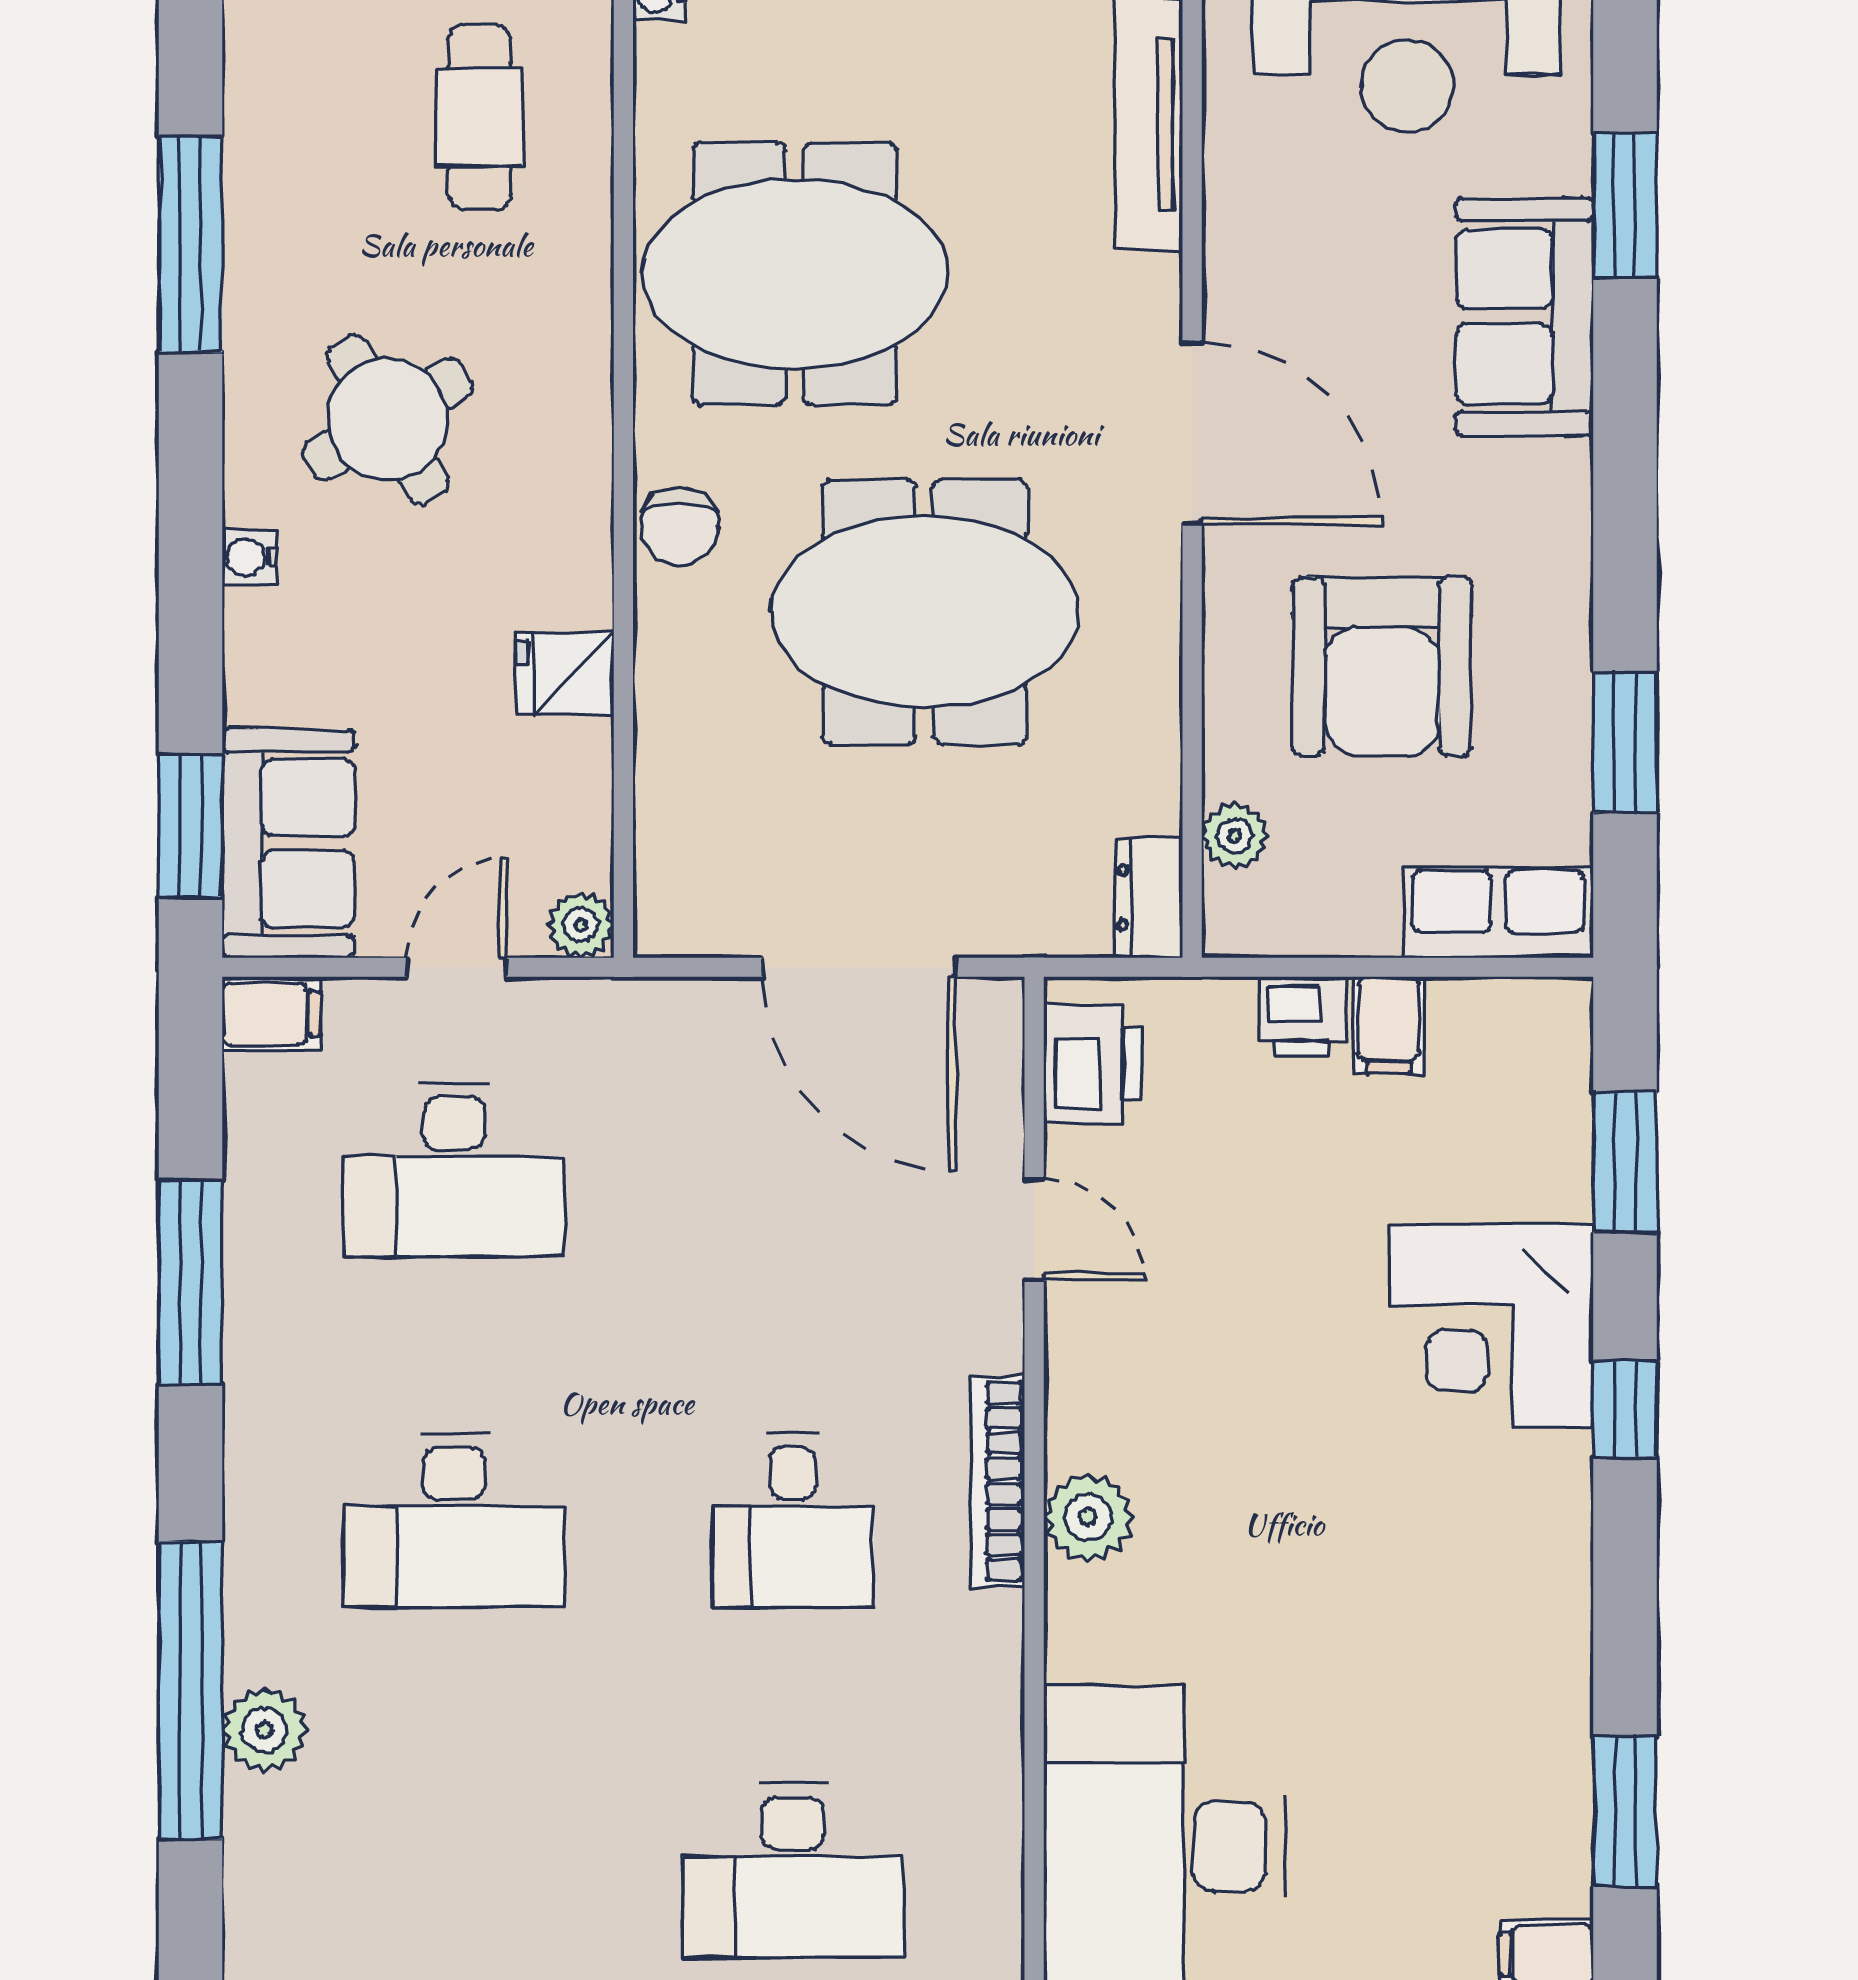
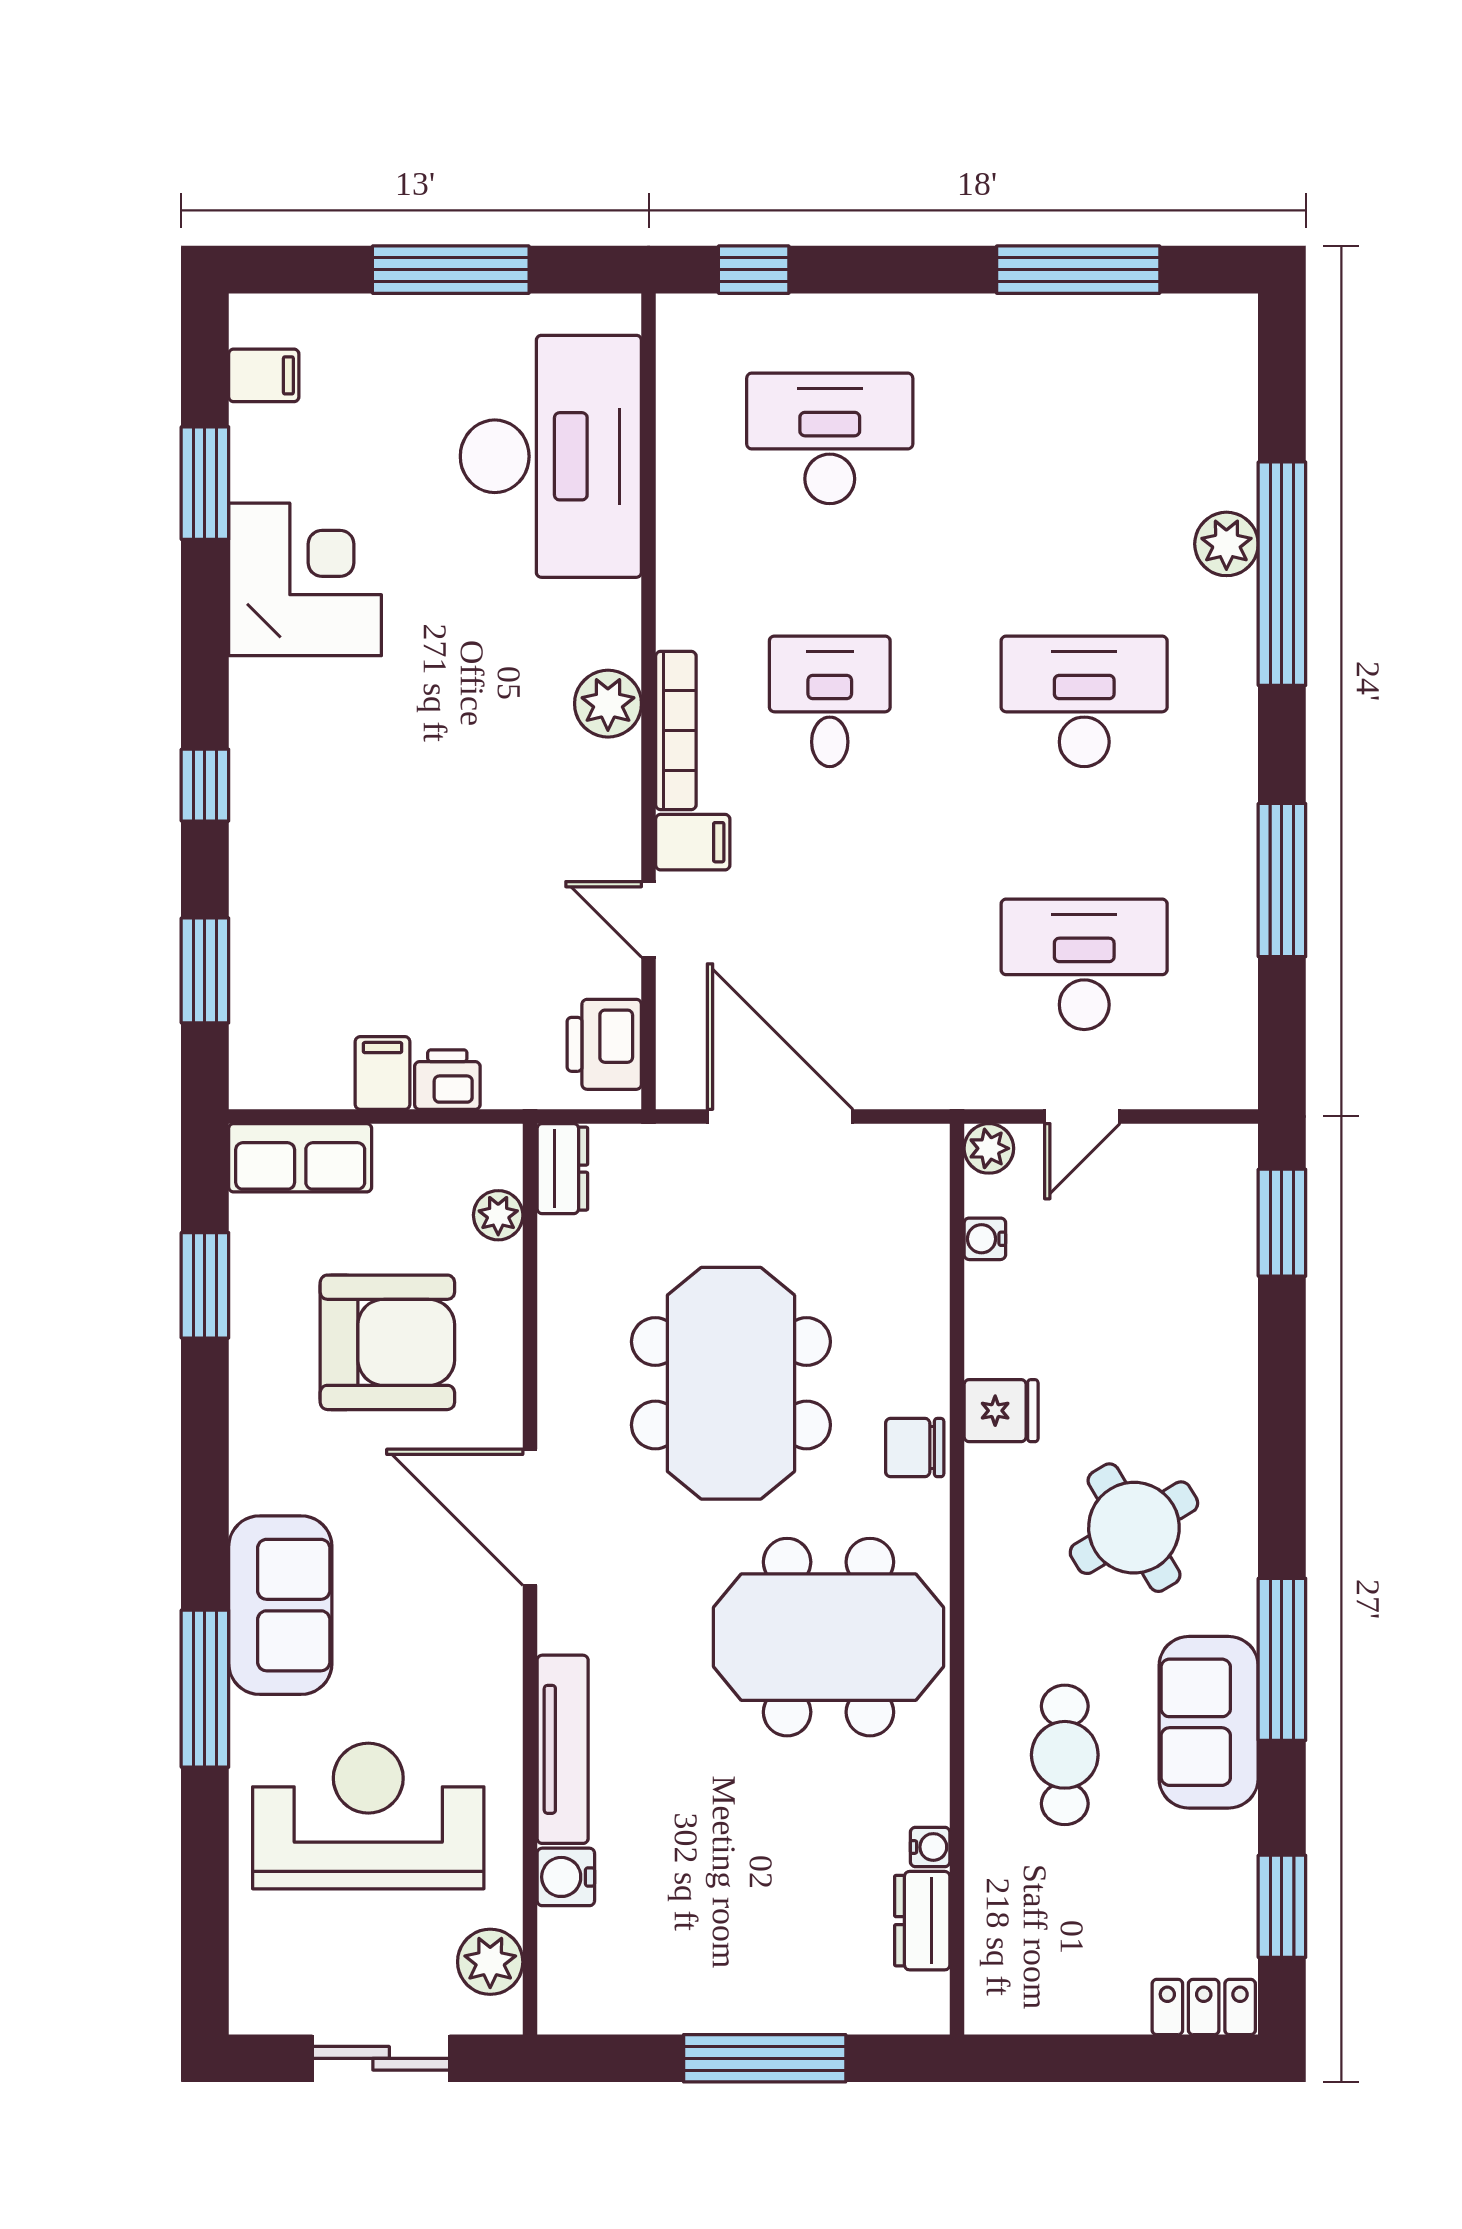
window: (1625, 205) -> (205, 1689), width x1.44
chair: (680, 526) -> (915, 1448), turned -90
water cooler: (250, 557) -> (985, 1239), moved, turned 180
meeting table: (924, 612) -> (731, 1383), turned 90
armchair: (1382, 666) -> (387, 1342), turned 90
fridge: (565, 674) -> (1001, 1411), moved
sofa: (288, 844) -> (1209, 1722), moved
filing cabinet: (271, 1014) -> (693, 842), moved, turned 180
corner desk: (1492, 1326) -> (305, 579), moved

